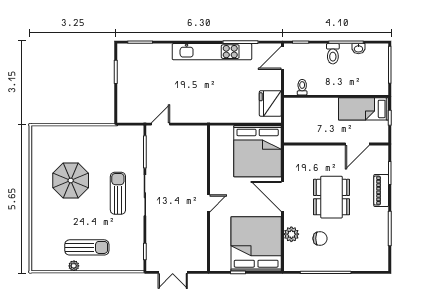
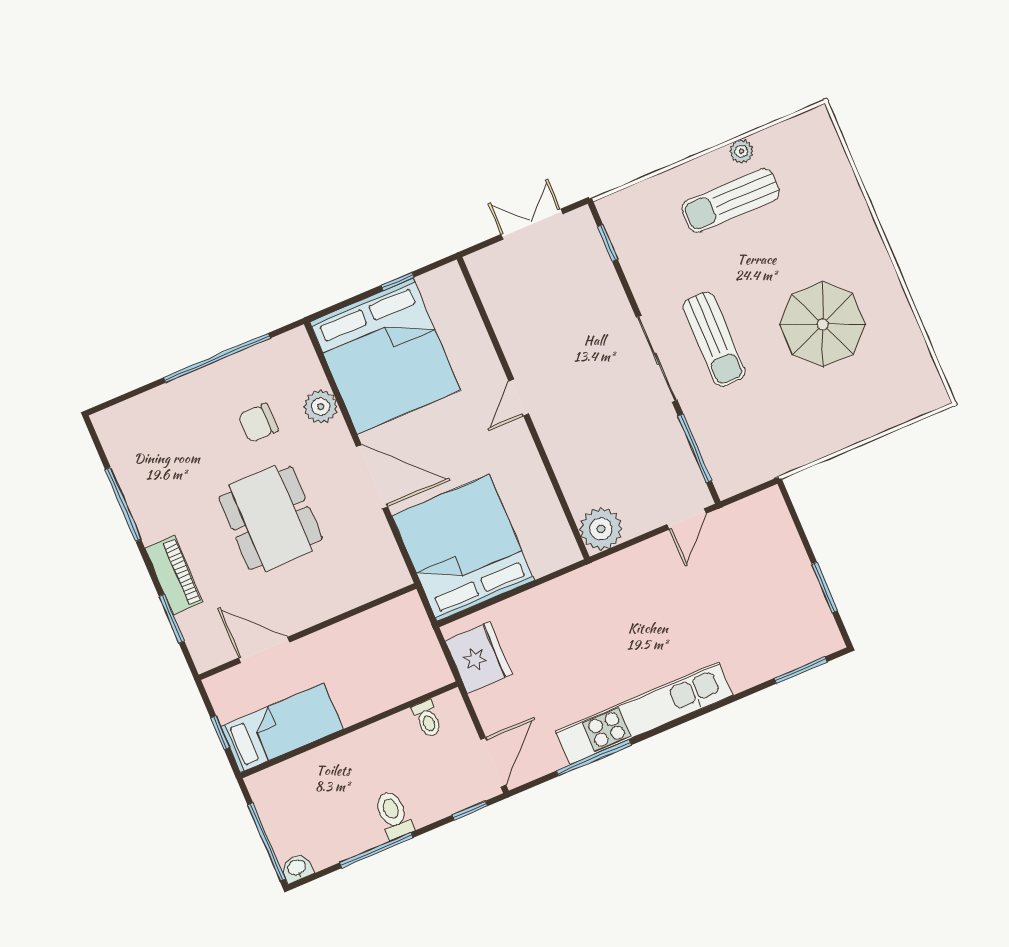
washbasin: (358, 49) -> (297, 868), moved
plant: (198, 135) -> (601, 529), added
door: (357, 144) -> (264, 650), hinge flipped

